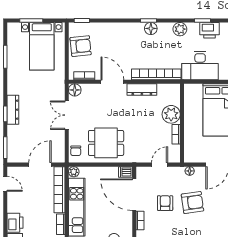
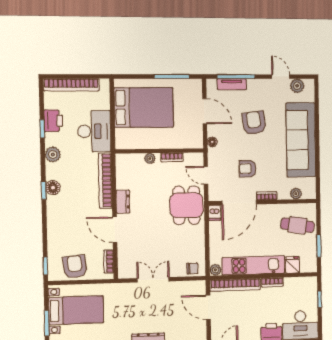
door: (112, 82) -> (115, 230), hinge flipped
floor lamp: (75, 90) -> (125, 272), removed
dresser: (142, 90) -> (123, 202), width x0.70
plant: (171, 114) -> (150, 158), width x0.53, depth x0.53
double door: (67, 115) -> (153, 280), swing flipped
dining table: (106, 143) -> (186, 205), moved
armchair: (192, 203) -> (254, 123), moved

